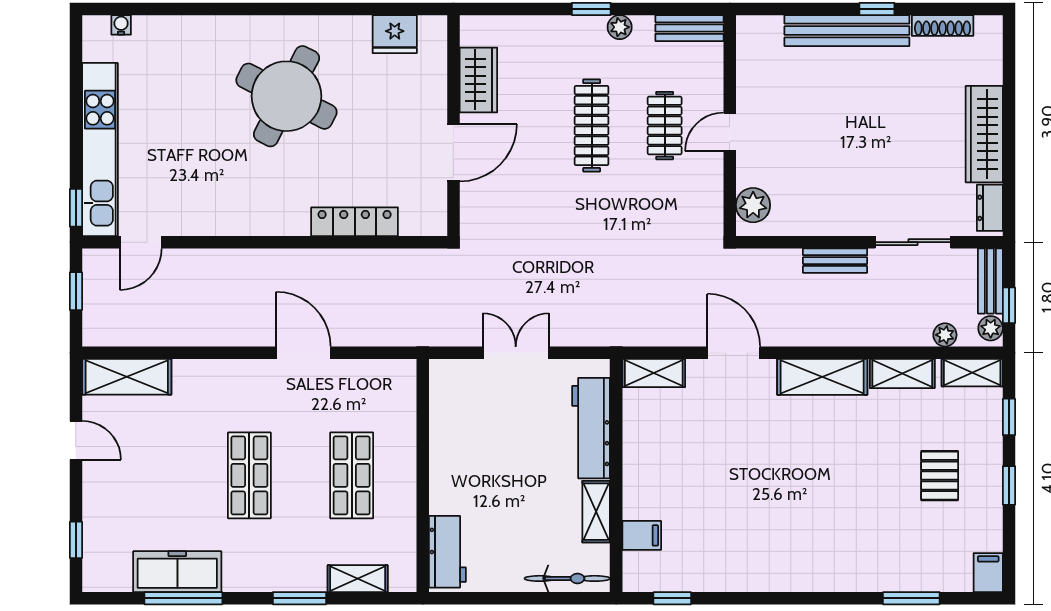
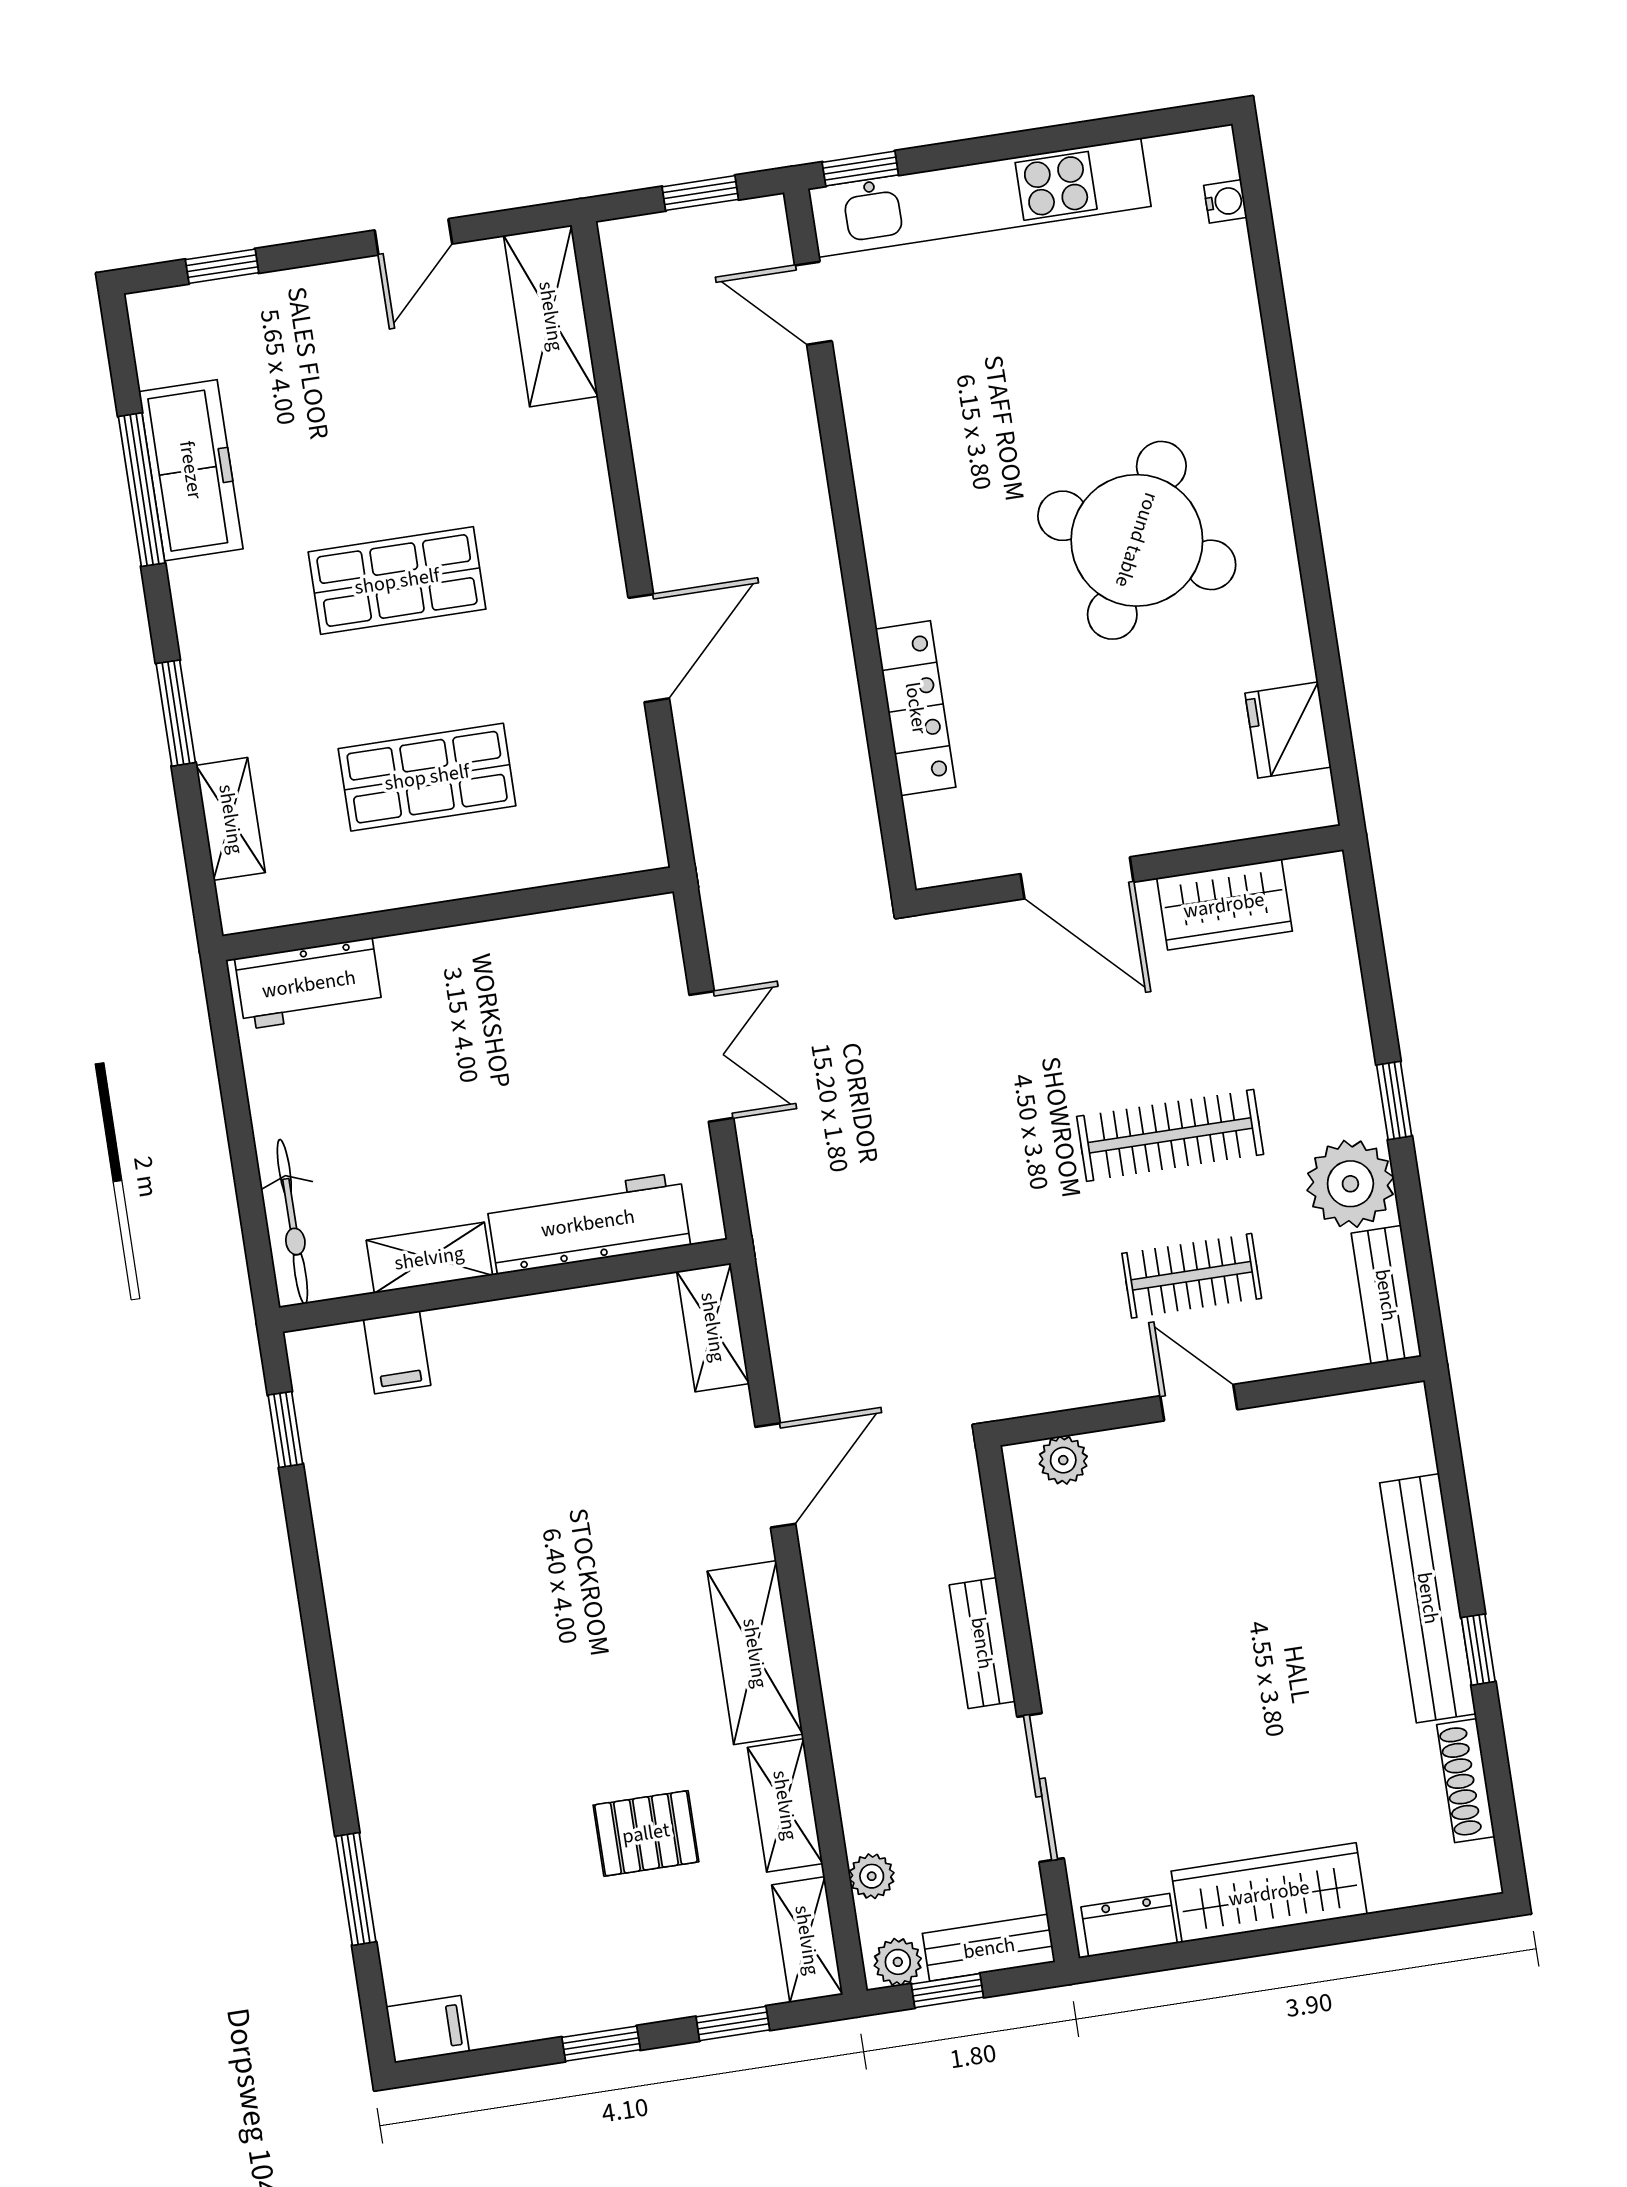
plant: (620, 27) -> (1350, 1184), width x1.87, depth x1.87
plant: (753, 205) -> (1063, 1460), width x0.73, depth x0.73
pallet: (940, 476) -> (646, 1833), moved

